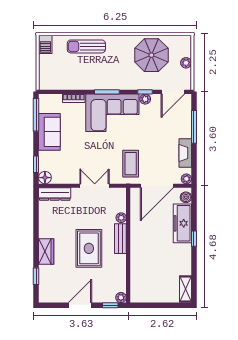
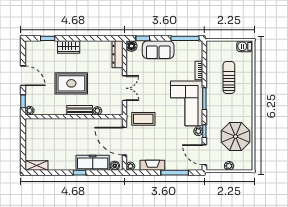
sun lounger: (86, 46) -> (229, 78), moved
sofa: (49, 132) -> (158, 50), moved

